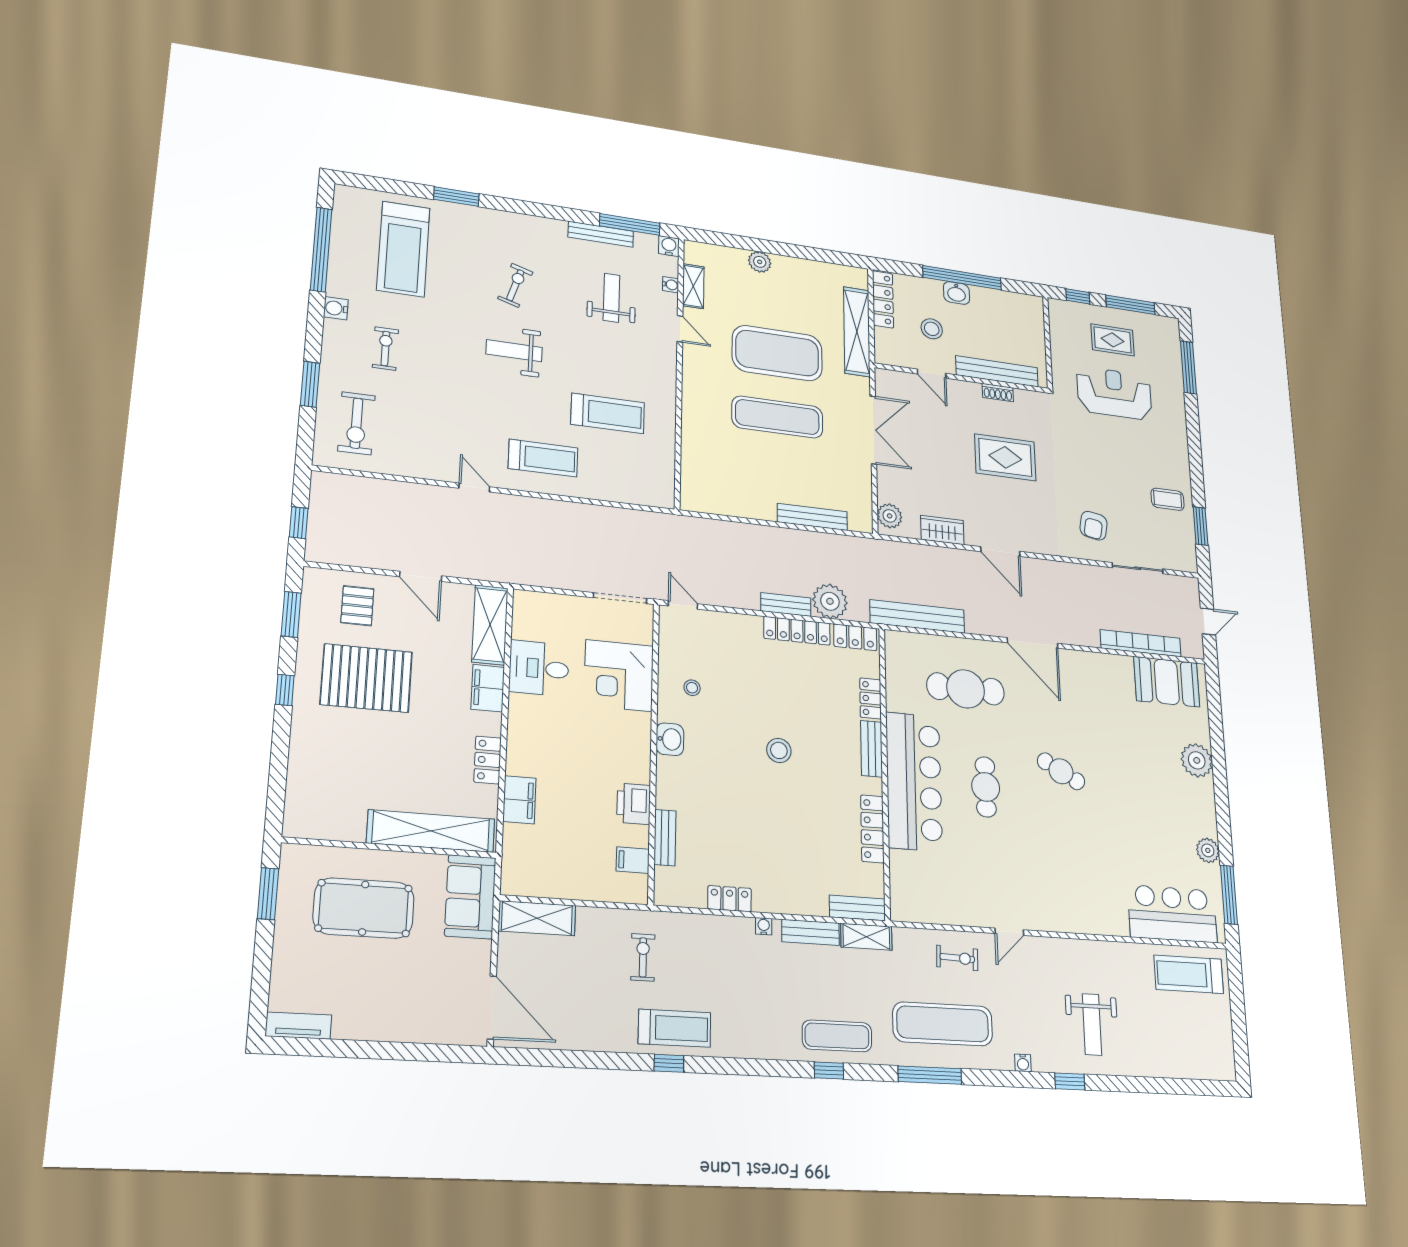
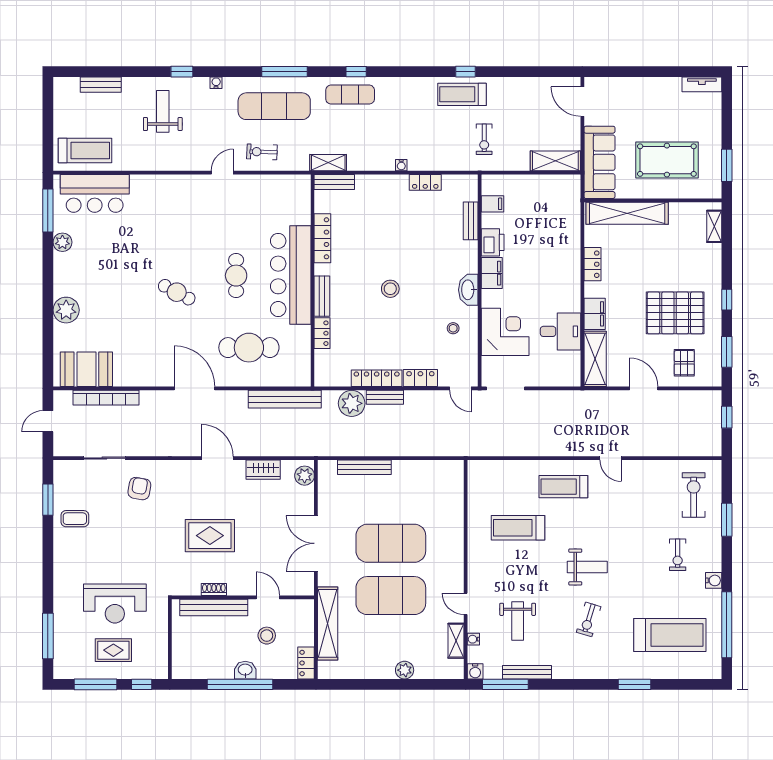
treadmill: (403, 249) -> (670, 635), turned 90
locker: (883, 299) -> (306, 663), width x0.66
exercise mat: (777, 417) -> (391, 543), width x1.47
locker: (855, 637) -> (420, 378), moved
washbasin: (670, 739) -> (468, 290), width x1.38
filing cabinet: (519, 800) -> (492, 273), moved, turned 180
shelving: (296, 801) -> (714, 226), added
sofa: (470, 897) -> (599, 162), width x1.36
bench: (811, 932) -> (101, 85), moved
door: (492, 1007) -> (582, 102), width x0.73

